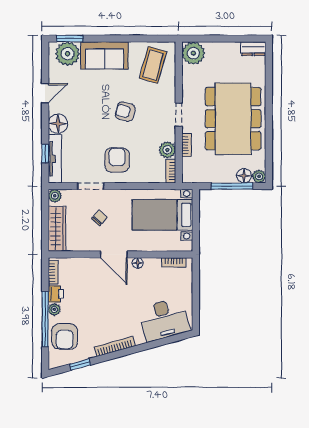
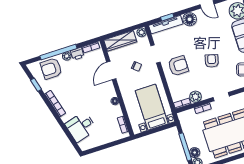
door: (114, 254) -> (111, 71), moved
desk: (164, 319) -> (81, 127), width x0.73

